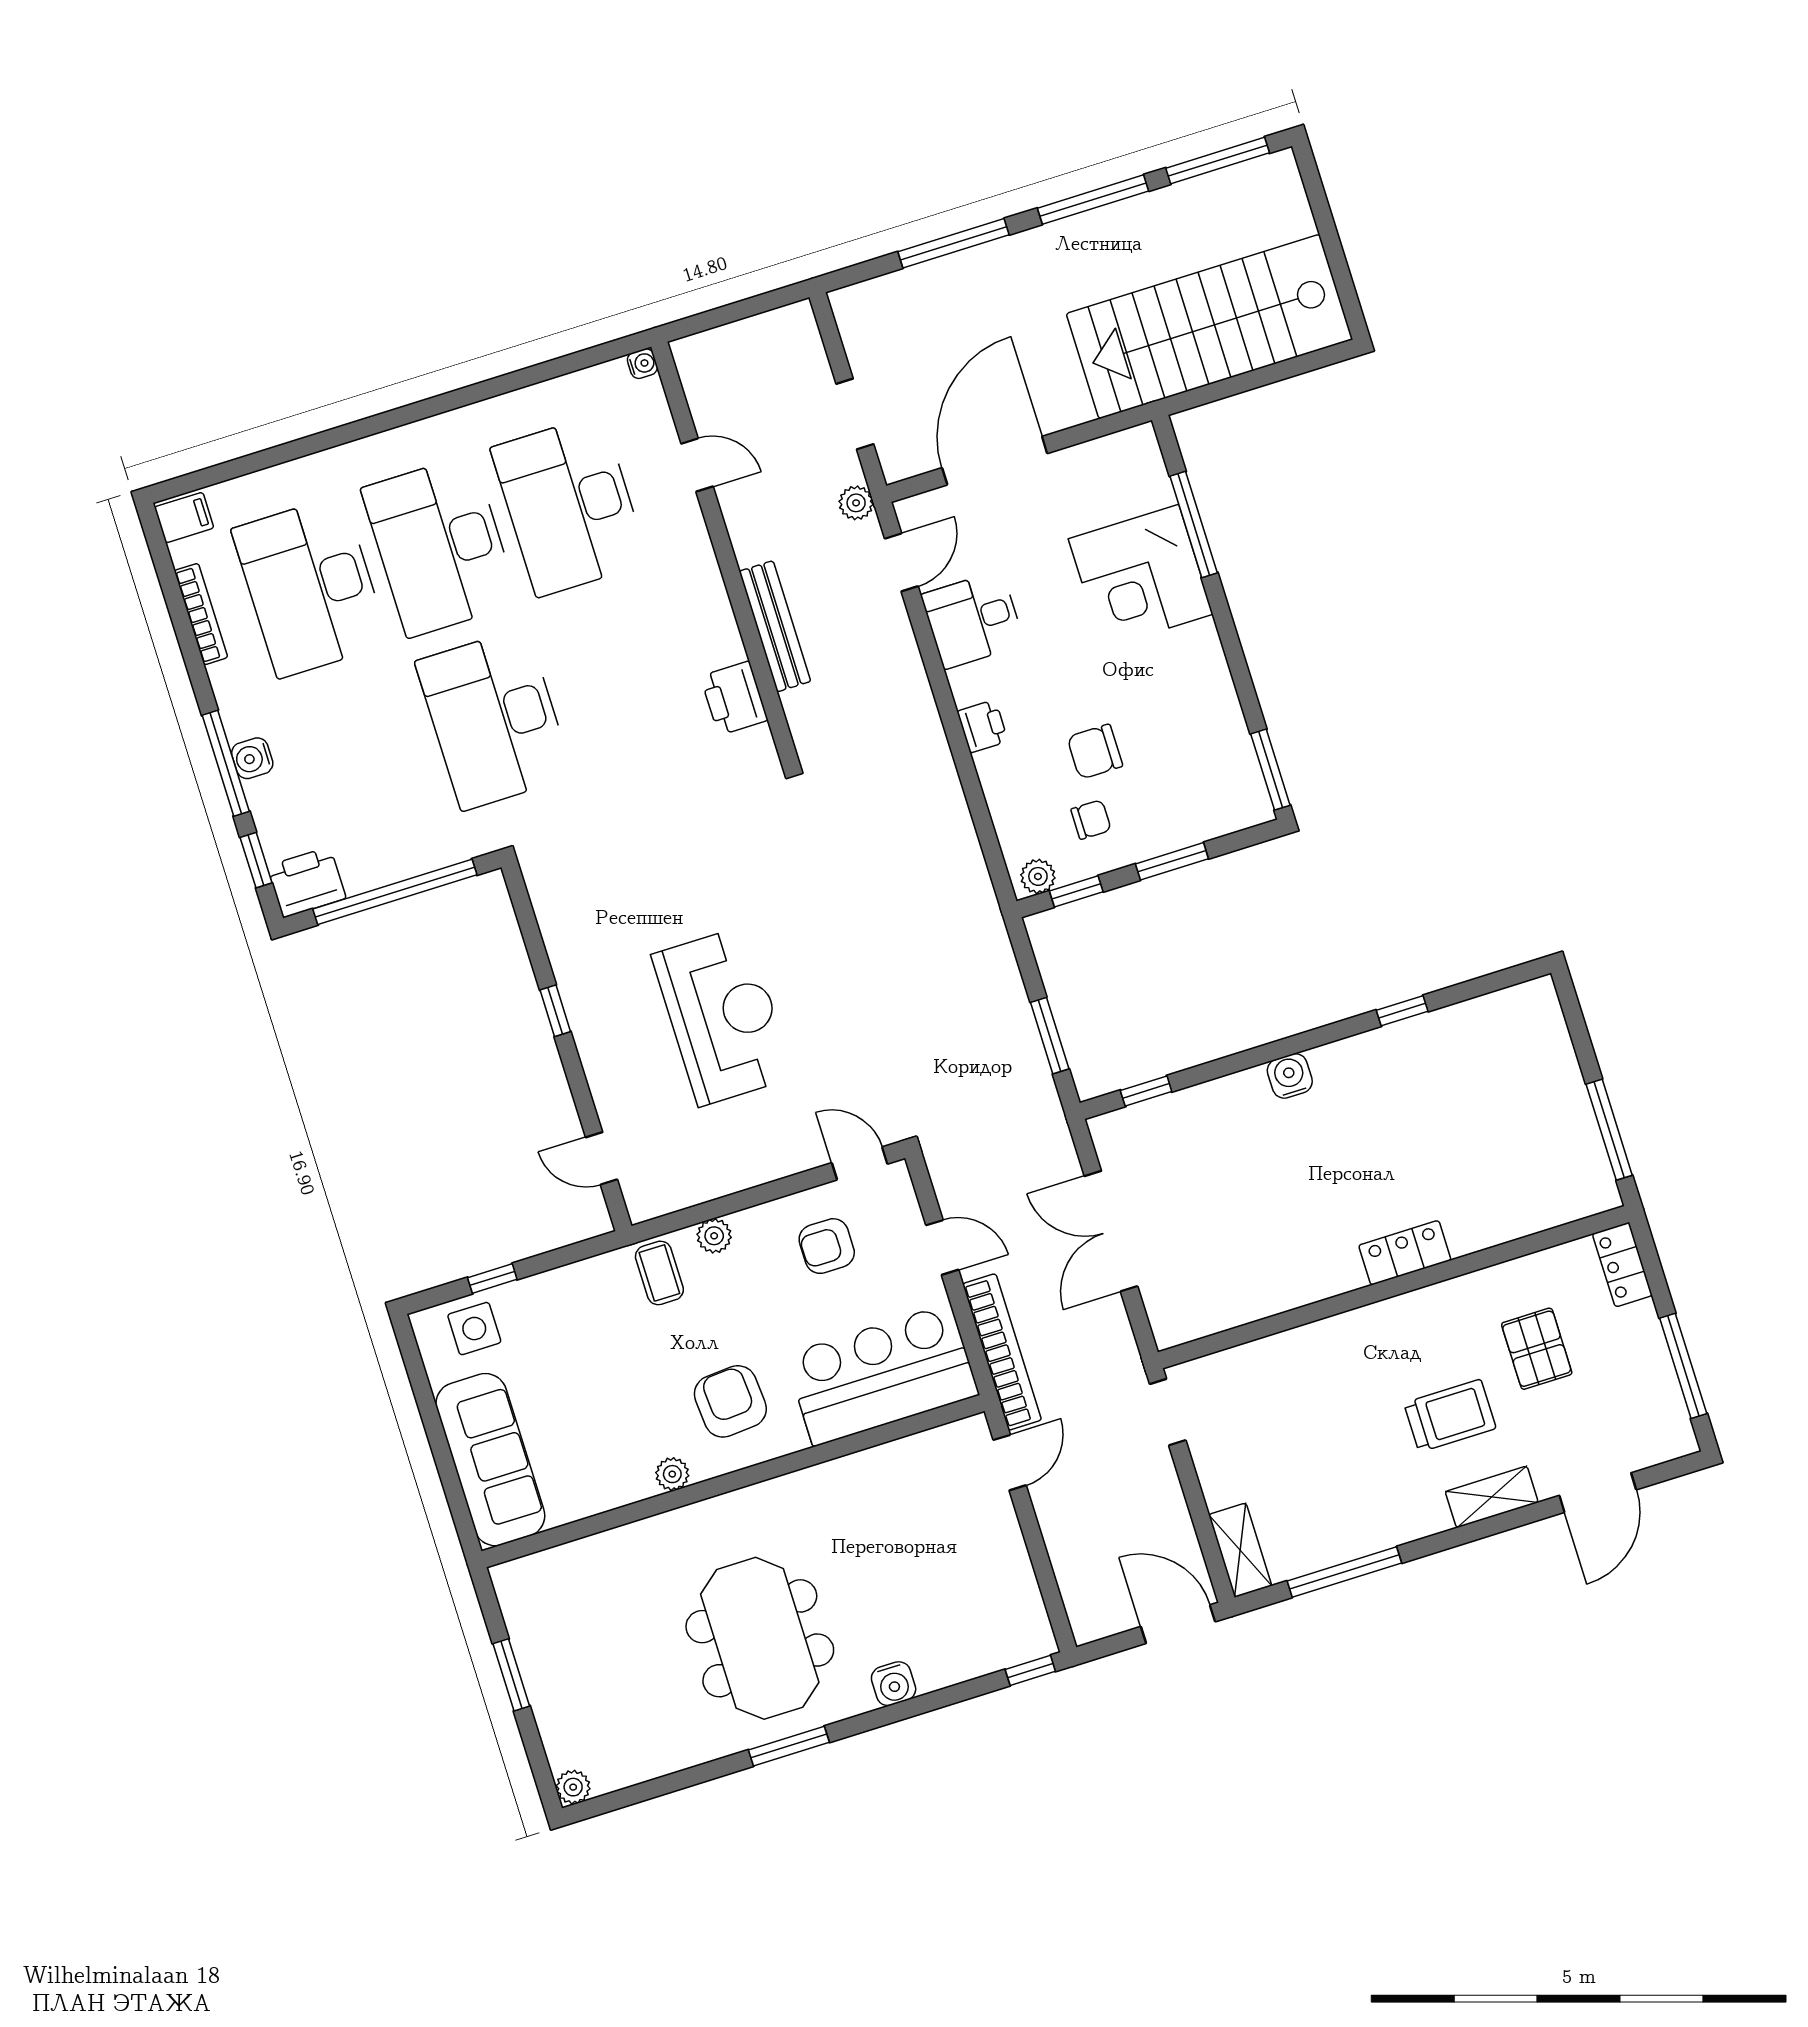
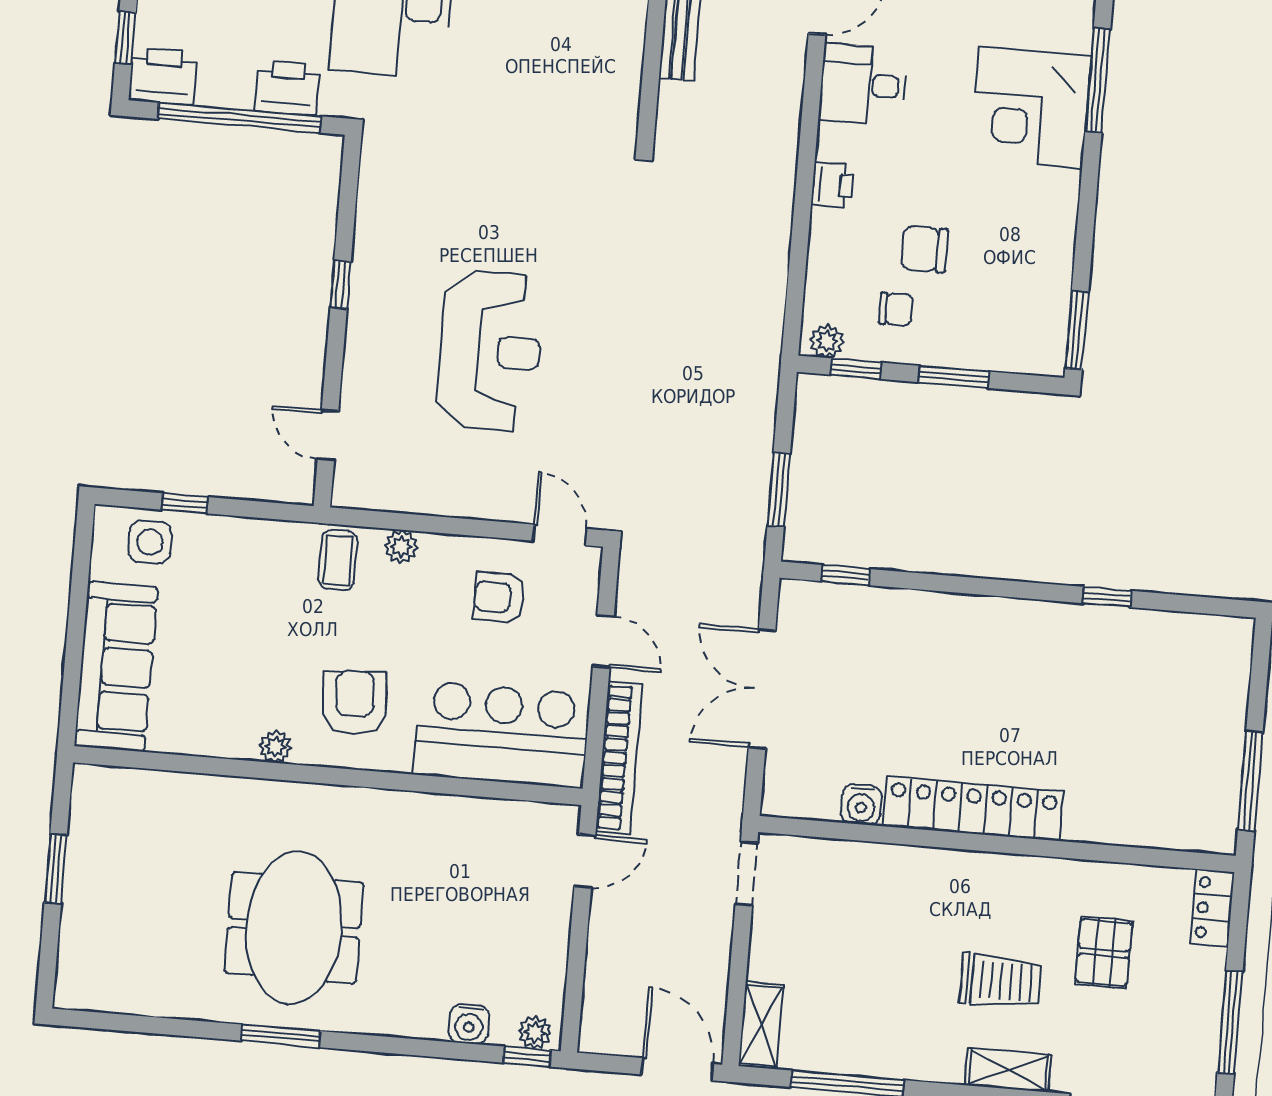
printer: (734, 698) -> (287, 88), moved, turned 90
water cooler: (1290, 1076) -> (861, 805), moved, turned 180
locker: (1405, 1253) -> (973, 809), width x2.16, depth x1.21
water cooler: (894, 1684) -> (469, 1024), moved
plant: (573, 1787) -> (535, 1032), moved

